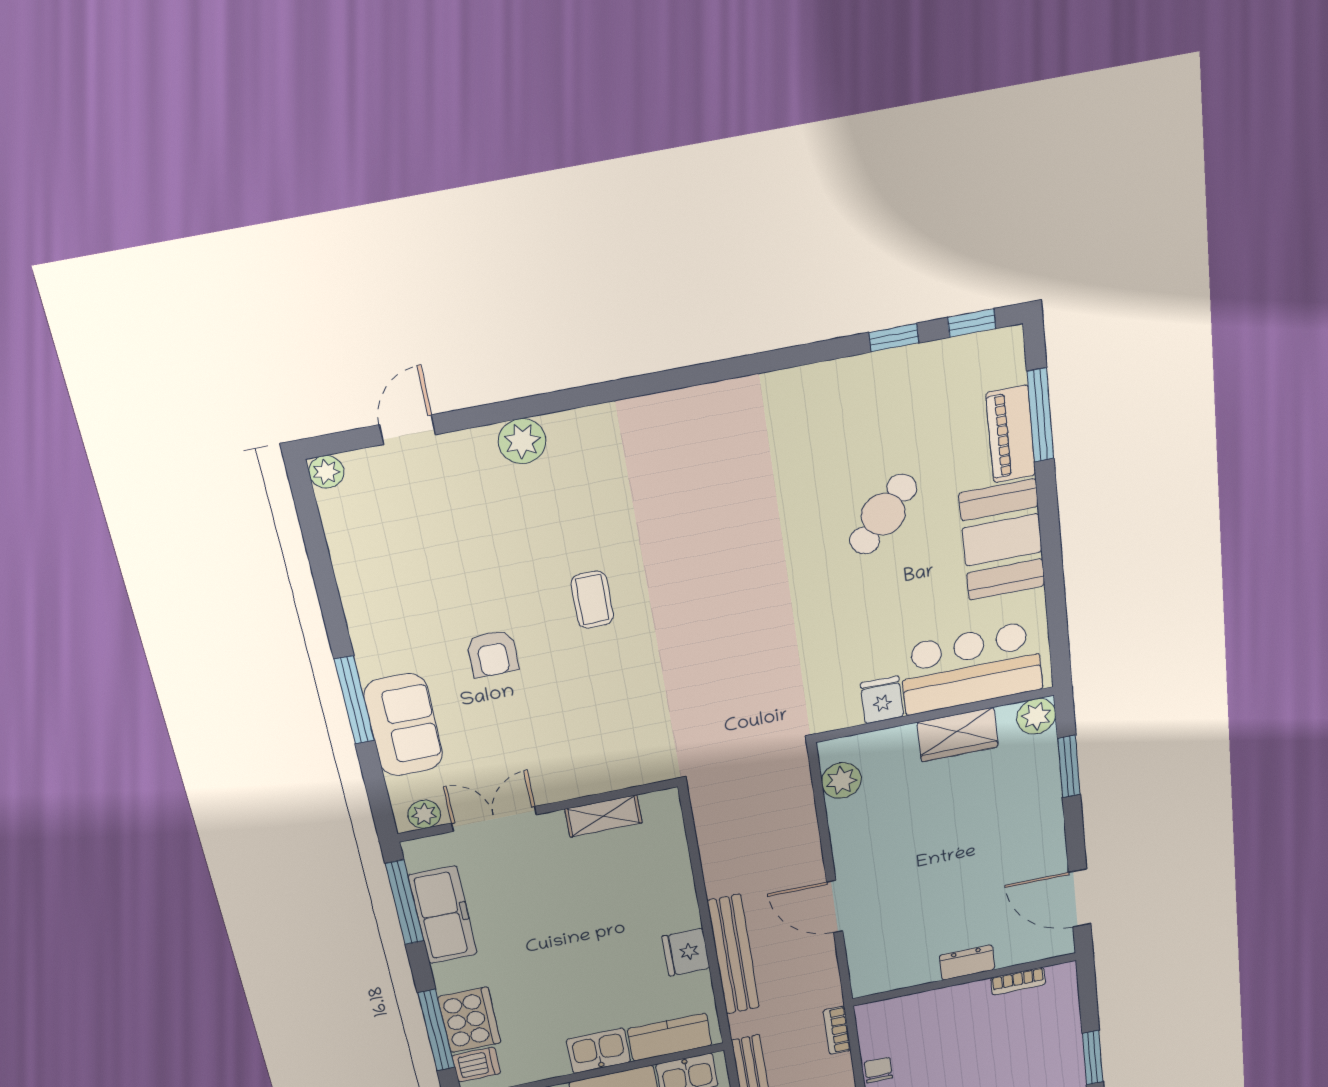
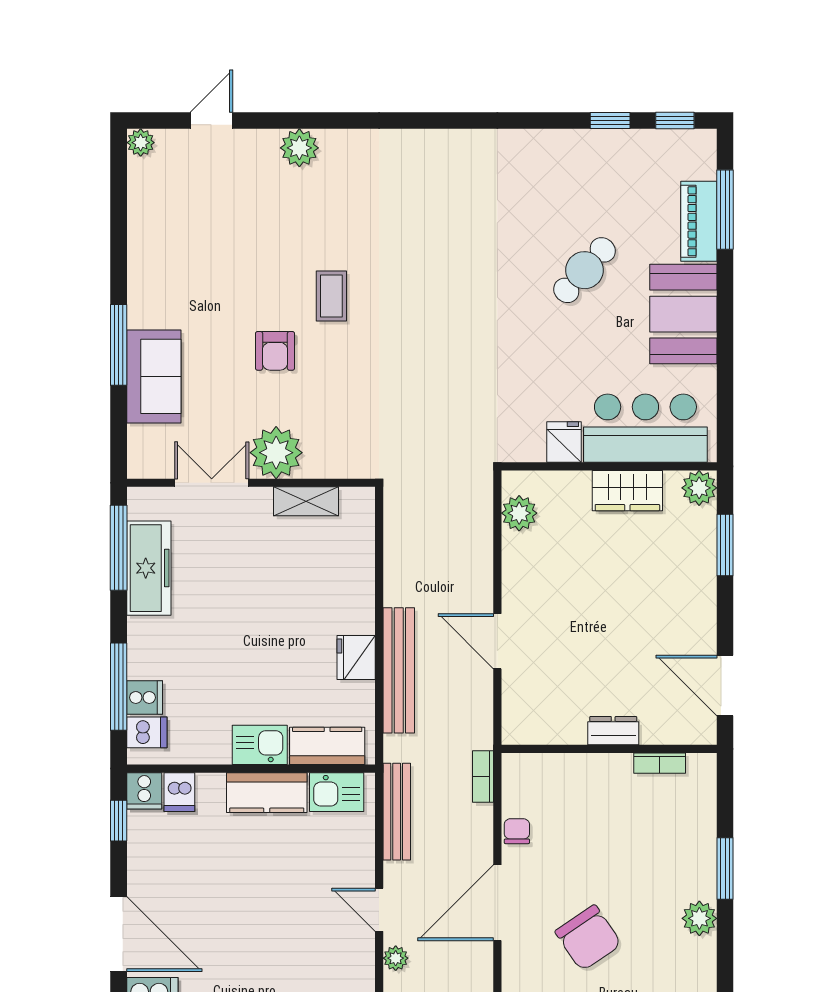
armchair: (492, 654) -> (275, 351), moved
plant: (424, 814) -> (276, 453), moved, width x1.88, depth x1.88
cooker: (469, 1020) -> (145, 697), width x0.53, depth x0.76

